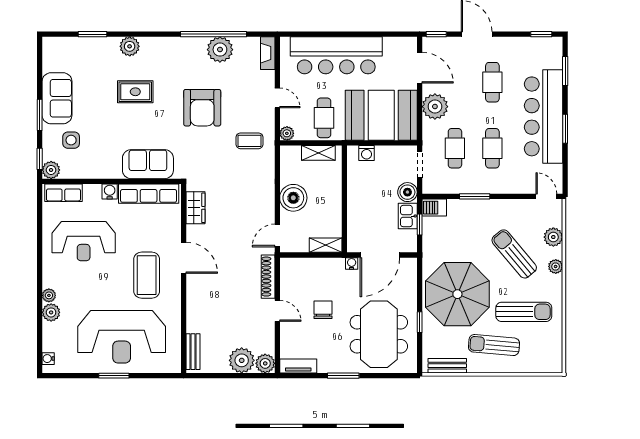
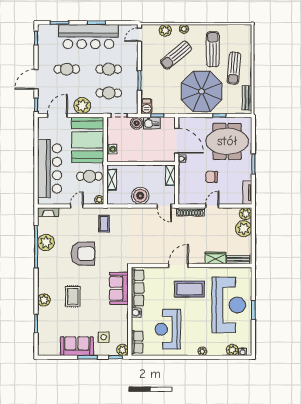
wardrobe: (195, 208) -> (216, 258), moved
reception desk: (84, 241) -> (168, 329), turned 180
plant: (51, 312) -> (232, 350), moved

